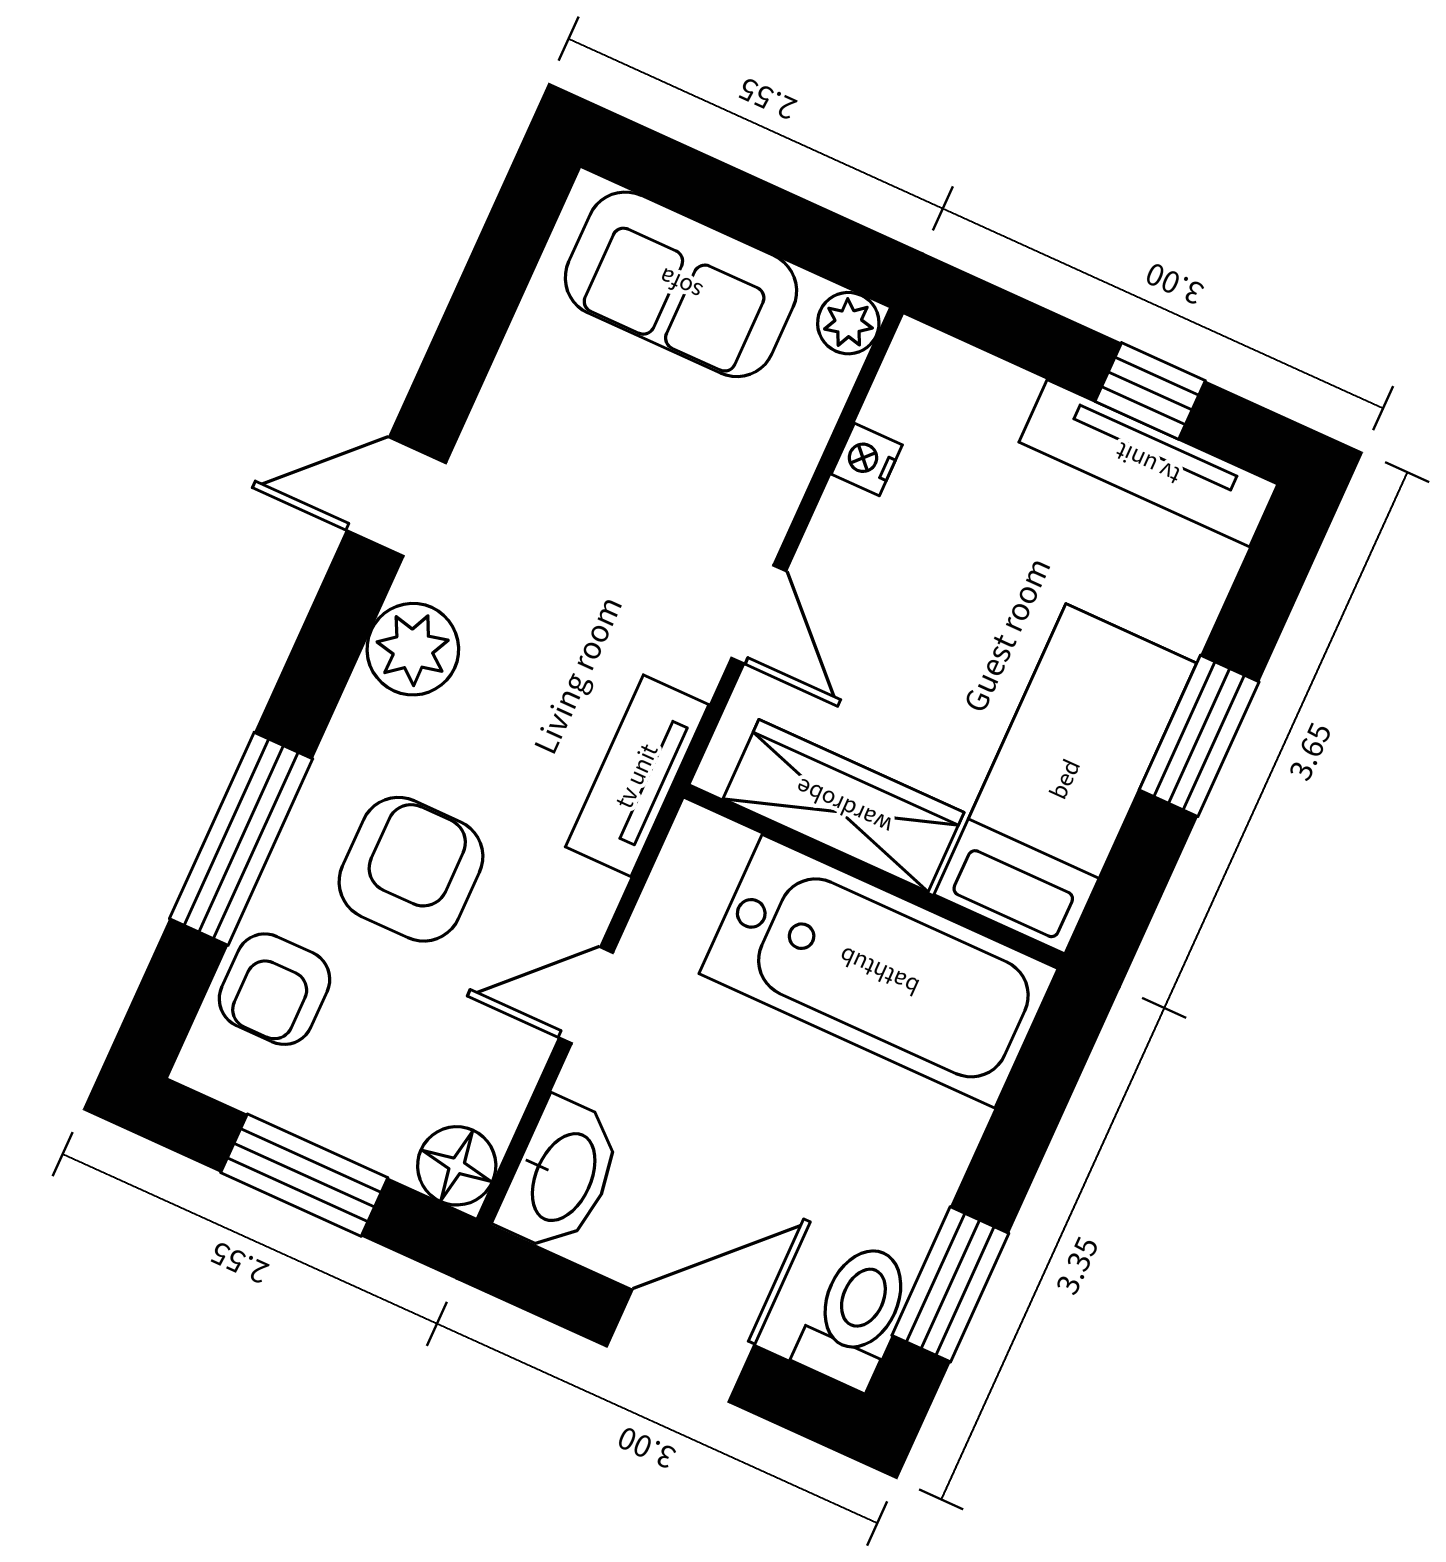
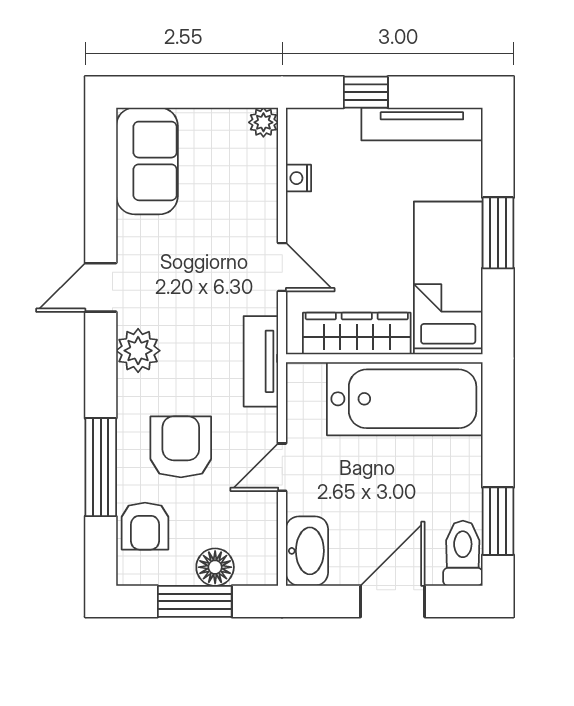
sofa: (681, 284) -> (147, 161), moved, turned -90
window: (1150, 391) -> (366, 92), moved
floor lamp: (457, 1166) -> (215, 567), moved

